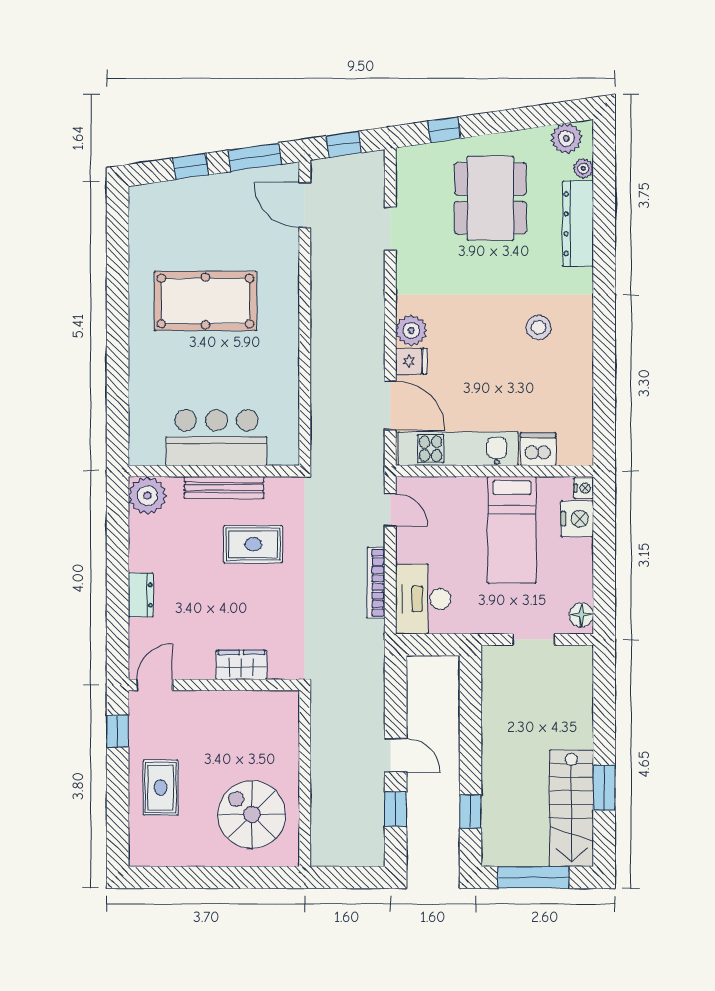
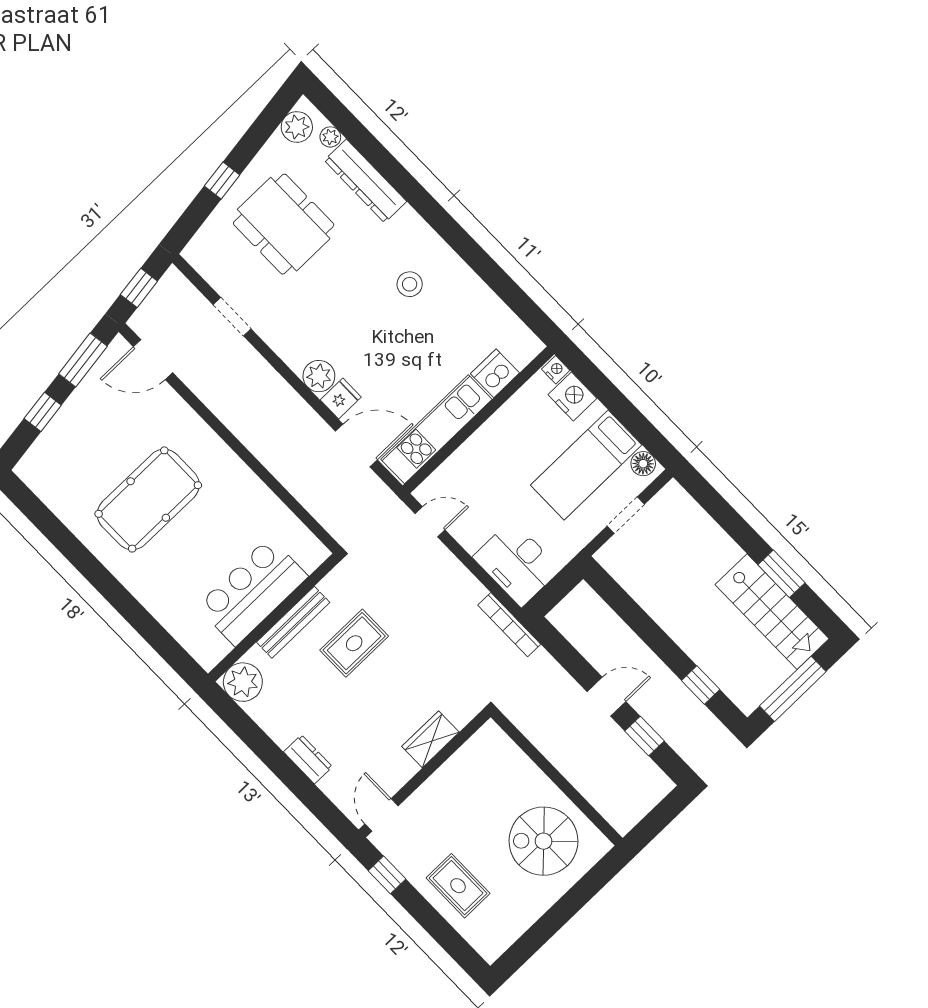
window: (444, 130) -> (222, 180), moved
bed: (512, 530) -> (586, 465), moved, turned 90
bookcase: (376, 583) -> (509, 625), moved

